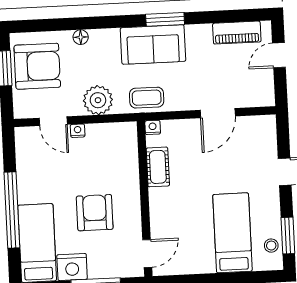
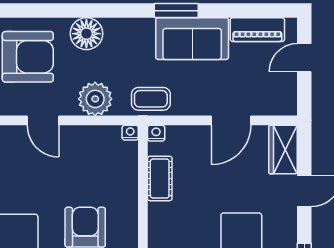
floor lamp: (81, 37) -> (86, 34), width x1.89, depth x1.89
sofa: (153, 45) -> (192, 39), moved
nightstand: (78, 131) -> (130, 133), moved
wardrobe: (264, 136) -> (283, 150), added

